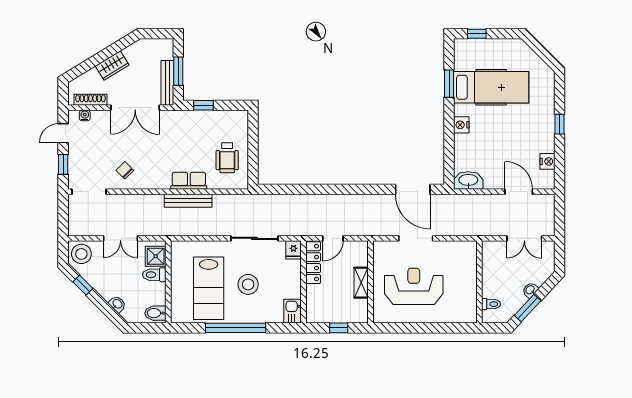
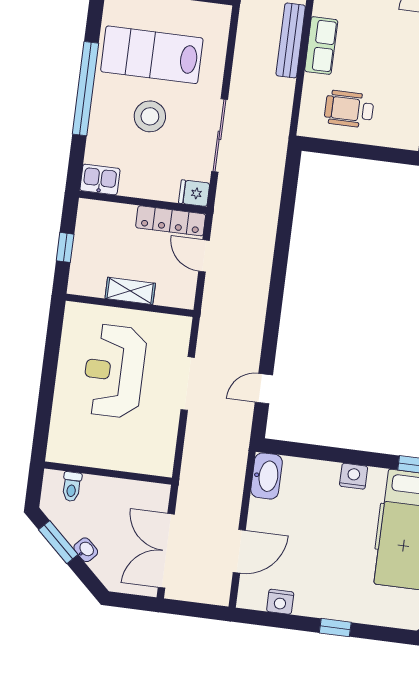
door: (413, 189) -> (264, 389), width x0.53
double door: (524, 238) -> (166, 551), width x1.37
reception desk: (414, 286) -> (114, 371), turned 180

